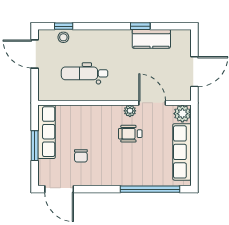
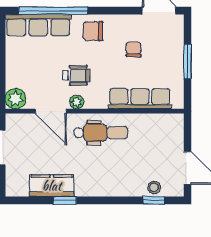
dental chair: (85, 73) -> (101, 133), moved
row of seats: (47, 132) -> (140, 99), moved, turned 90
row of seats: (182, 152) -> (38, 25), moved, turned 90
chair: (116, 172) -> (93, 31), added

